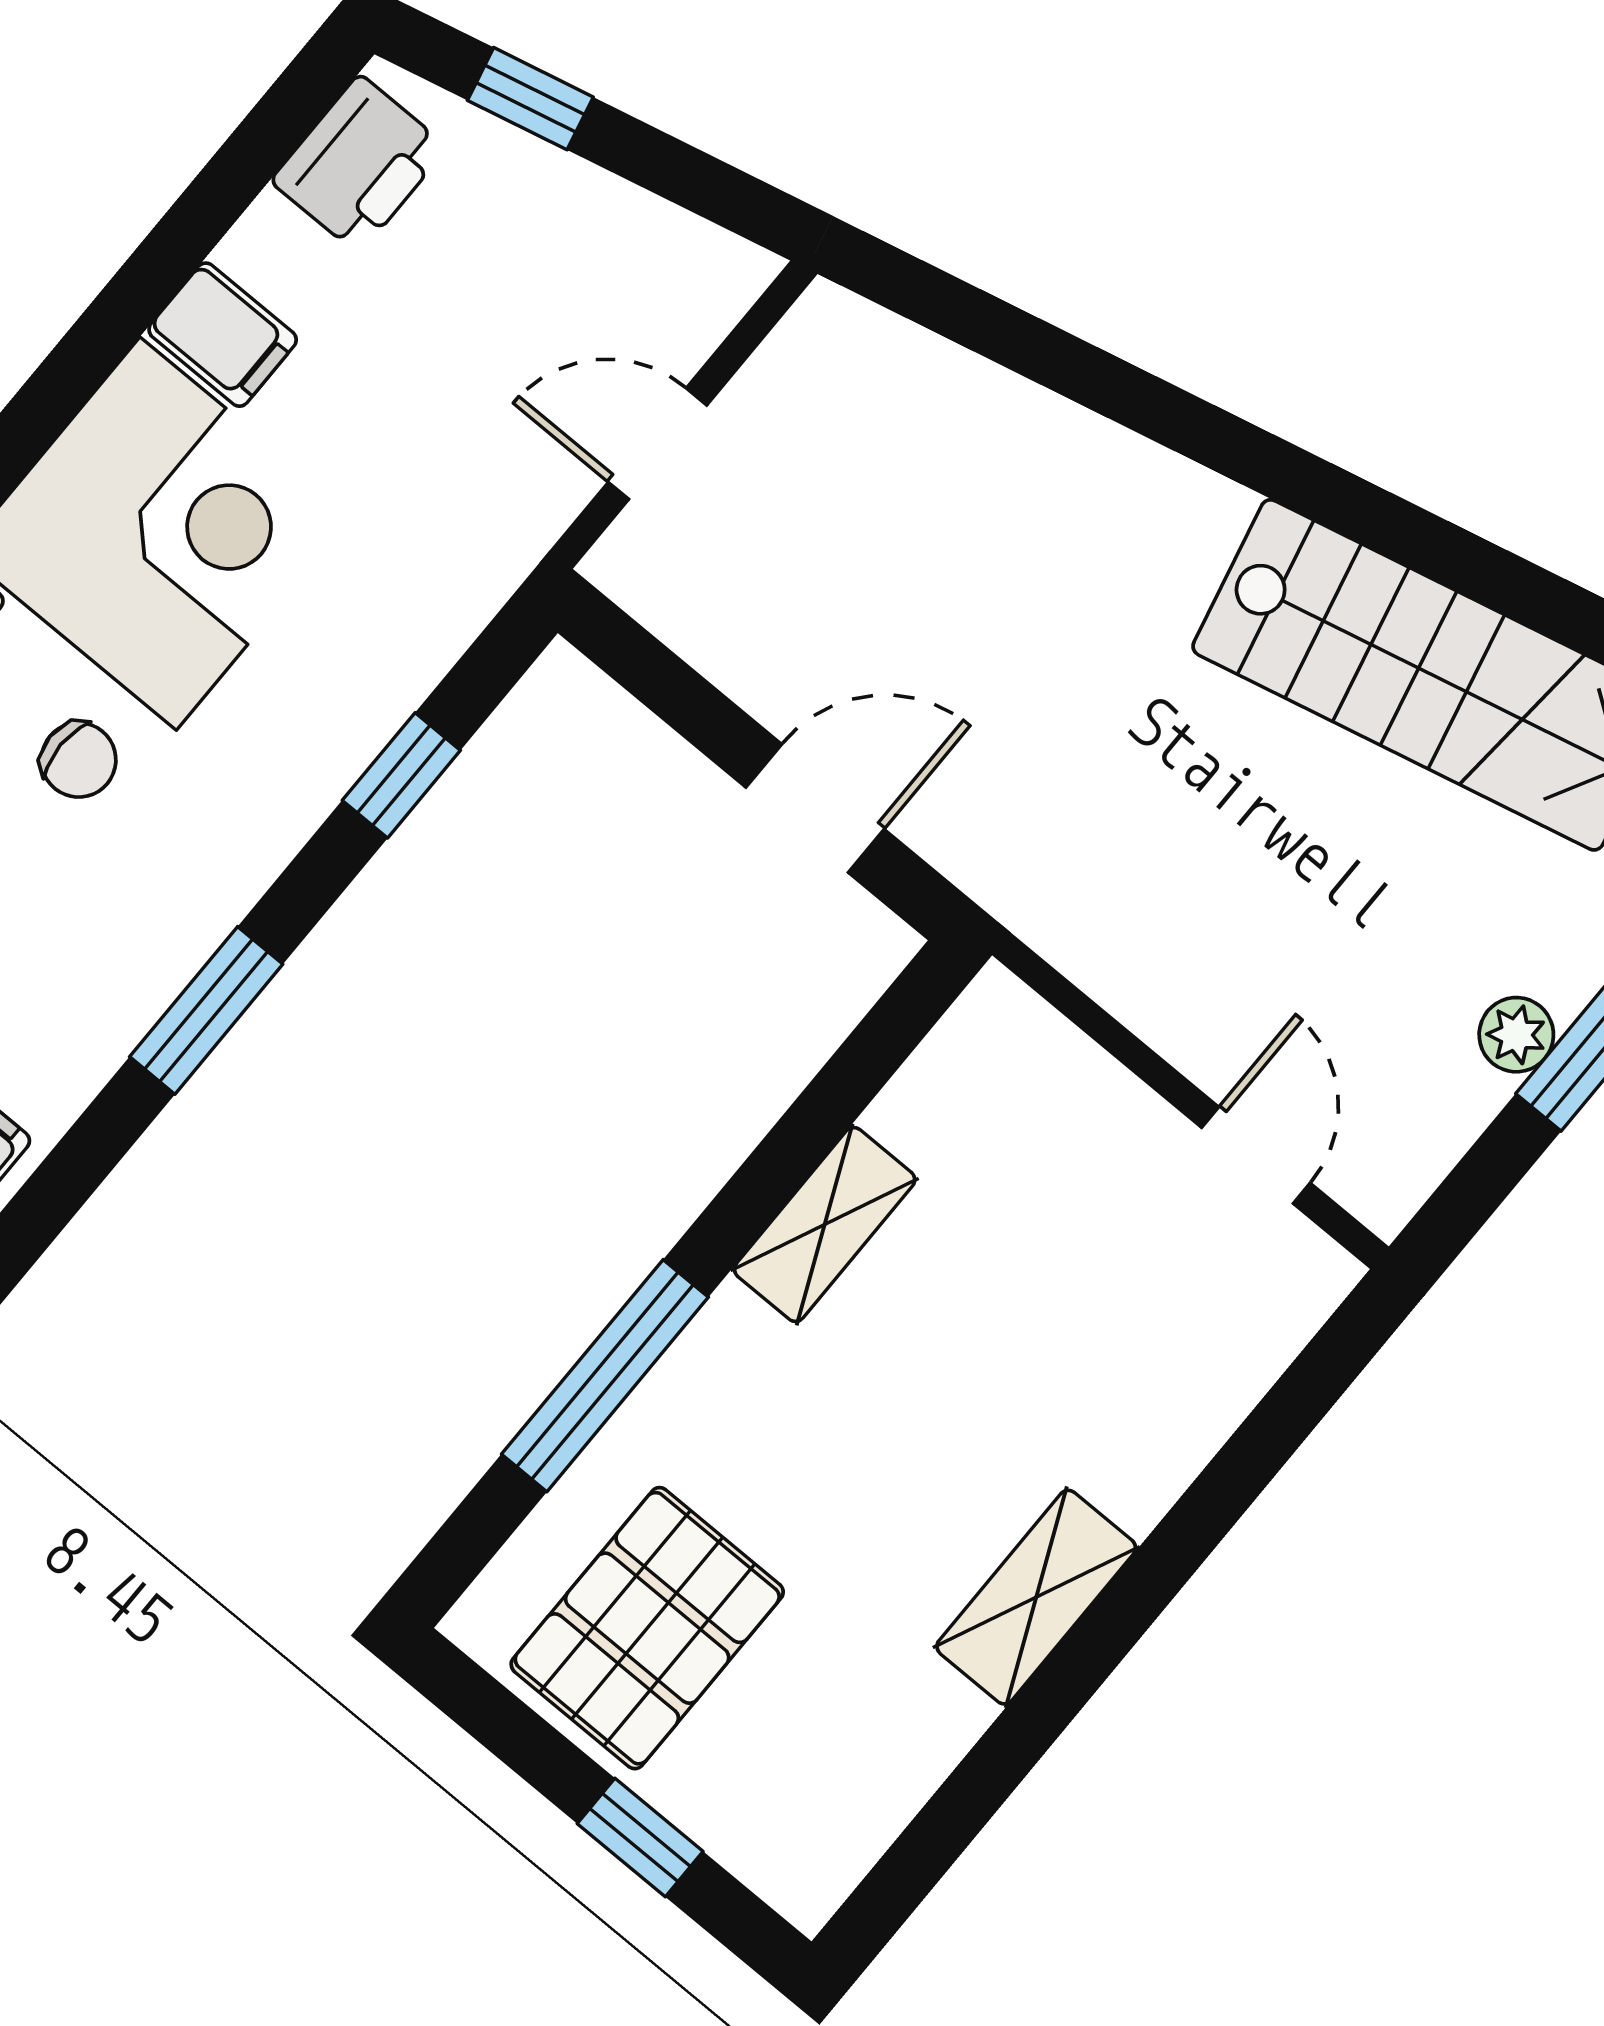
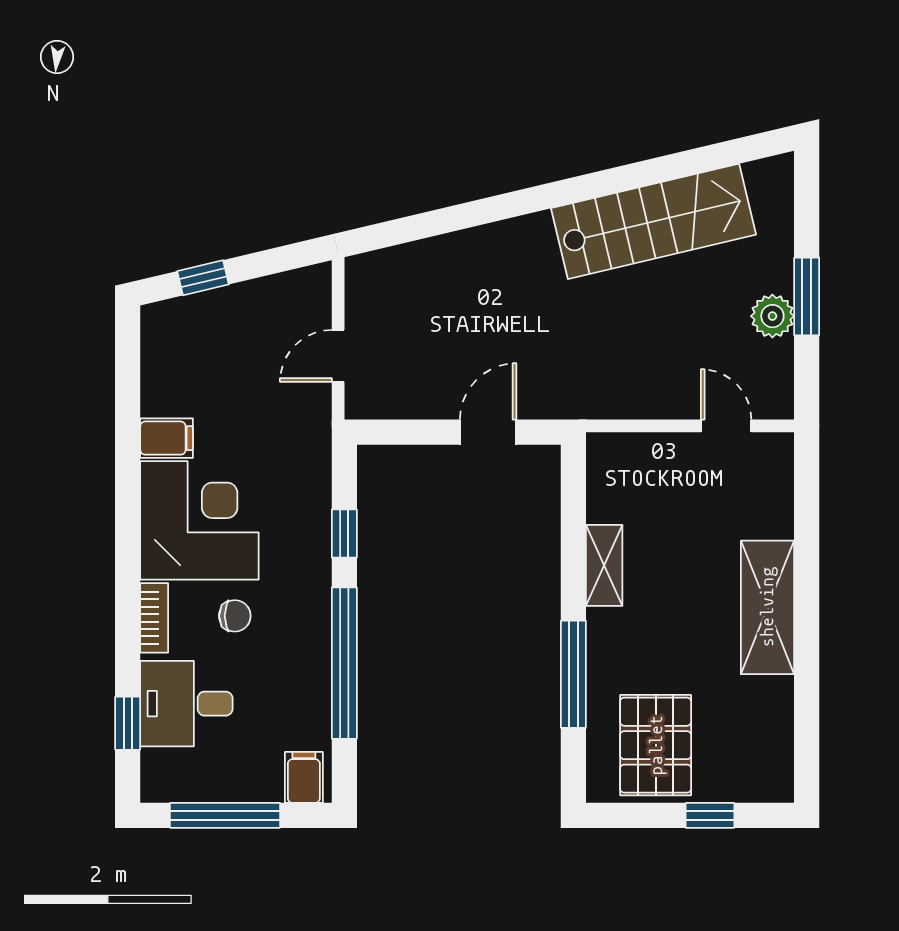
printer: (359, 164) -> (165, 345), removed
window: (206, 1010) -> (344, 663), width x2.11
plant: (1516, 1035) -> (772, 316), width x1.38, depth x1.38
shelving: (1036, 1597) -> (767, 607), width x1.50, depth x1.33

